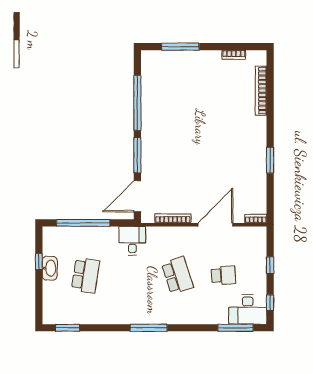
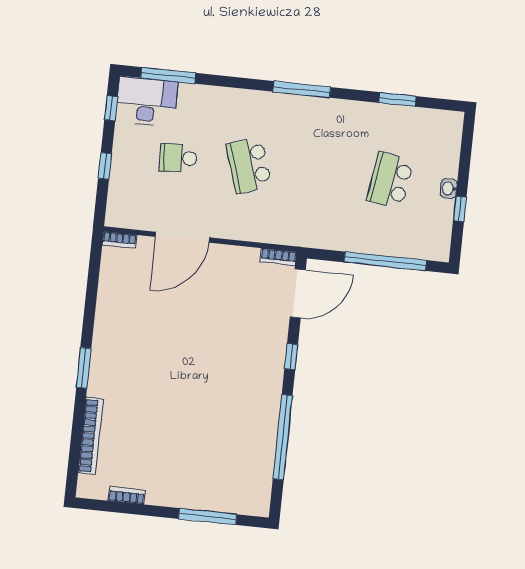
window: (137, 155) -> (291, 357), width x0.46
window: (270, 160) -> (84, 368), moved
bookcase: (173, 218) -> (278, 257), moved, width x0.64
desk: (132, 241) -> (313, 226), removed
washbasin: (50, 268) -> (449, 189), width x0.52, depth x0.69
window: (68, 328) -> (397, 99), moved

